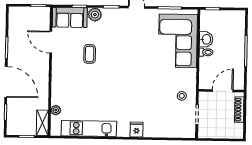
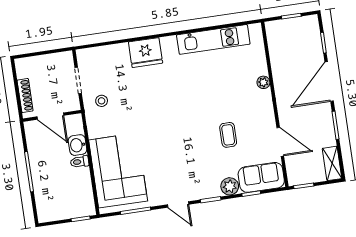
washbasin: (206, 39) -> (78, 145), moved
door: (6, 82) -> (329, 82), hinge flipped
door: (223, 91) -> (50, 116), hinge flipped
plant: (56, 110) -> (263, 82), moved
shelving: (42, 123) -> (332, 163), moved
fridge: (137, 130) -> (146, 53), width x1.88, depth x1.34

